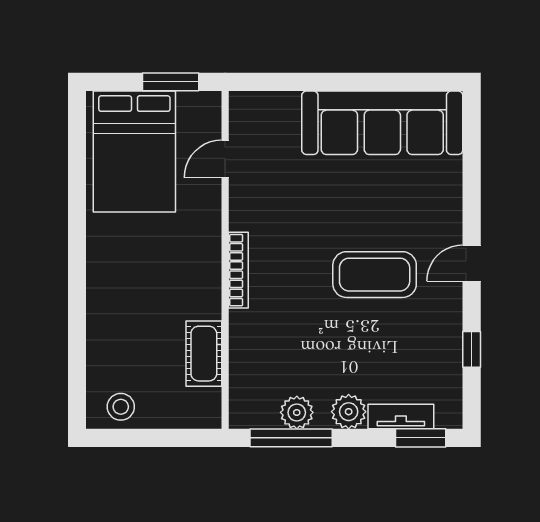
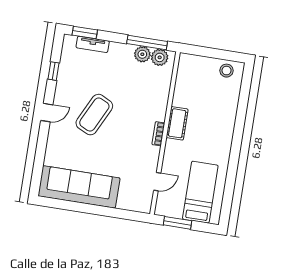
bed: (134, 152) -> (200, 192), width x0.67
bookcase: (238, 270) -> (158, 134), width x0.64
coffee table: (375, 275) -> (94, 115), turned -64
cot: (204, 354) -> (177, 123), moved
plant: (349, 412) -> (160, 57), moved

